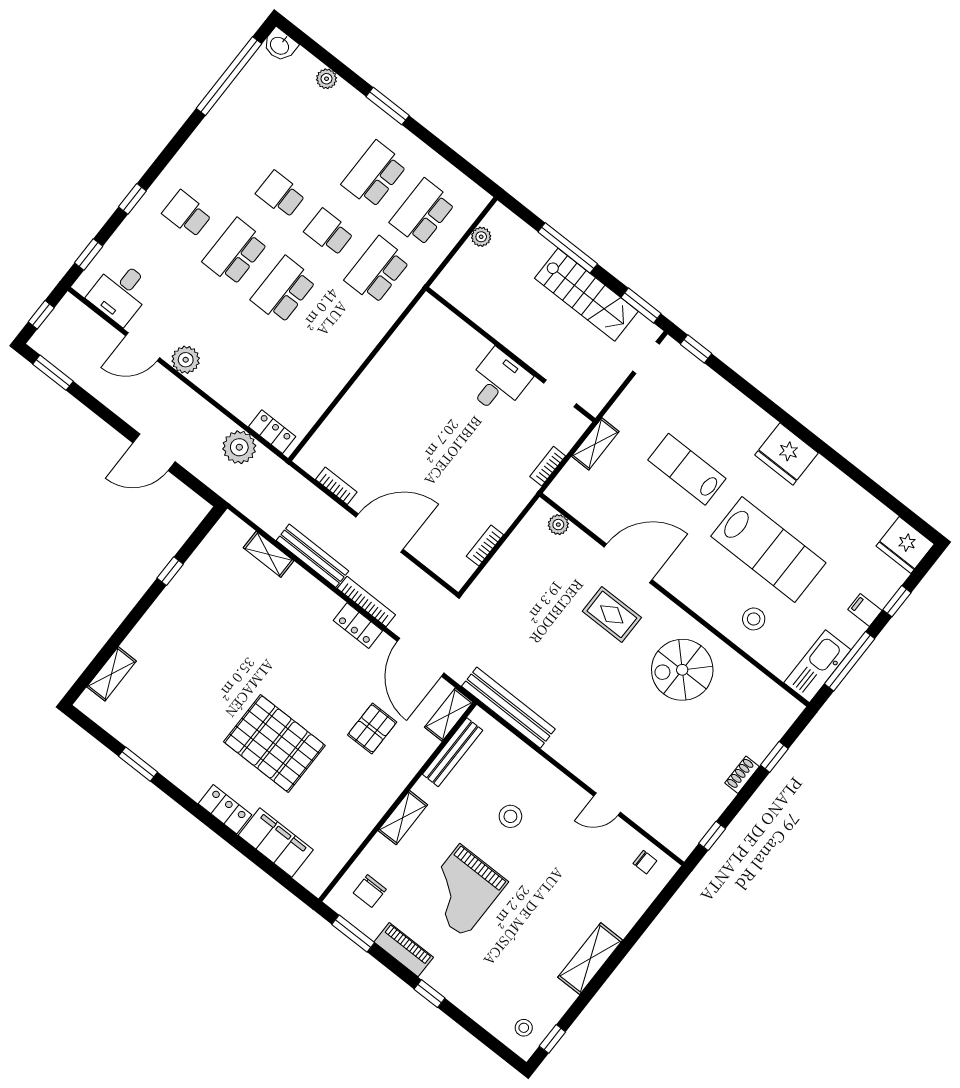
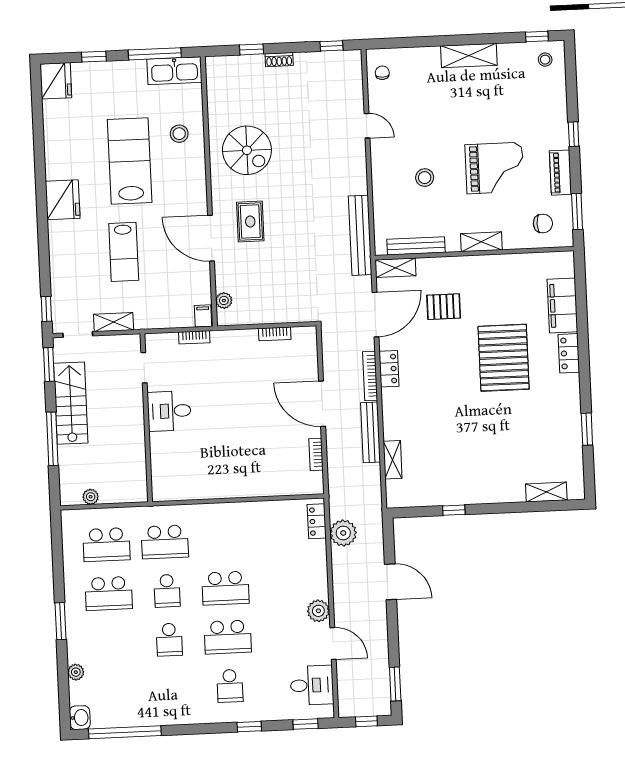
shelving: (595, 444) -> (114, 322), moved
filing cabinet: (865, 610) -> (203, 316), moved, turned 180

